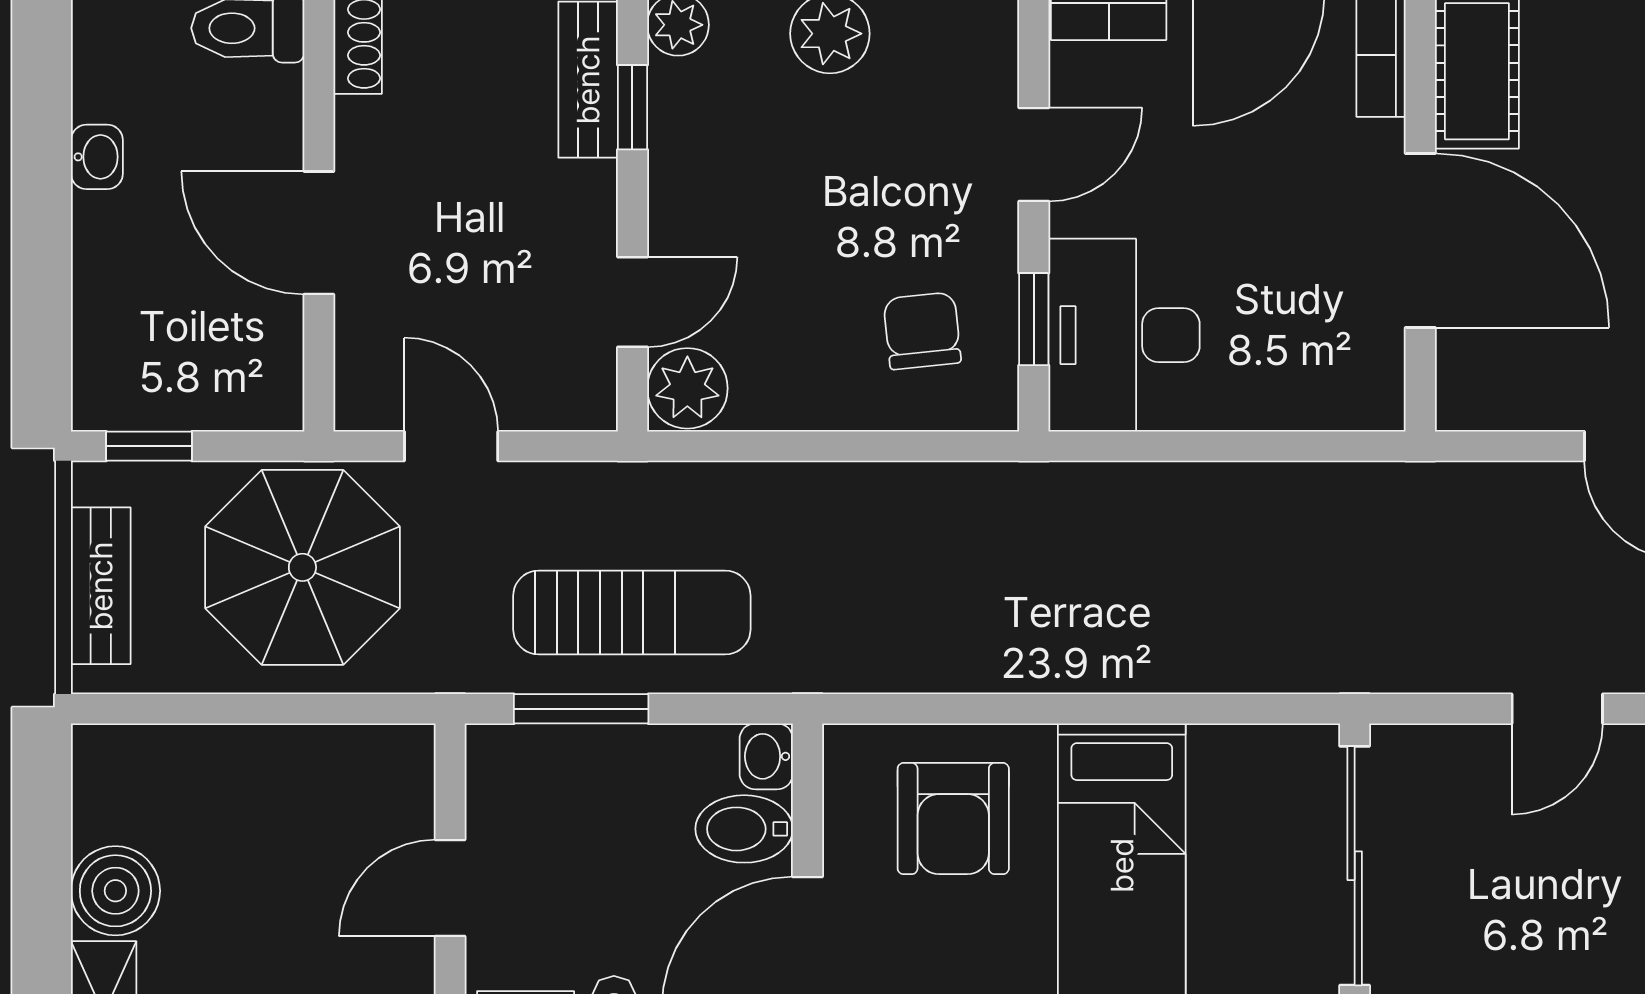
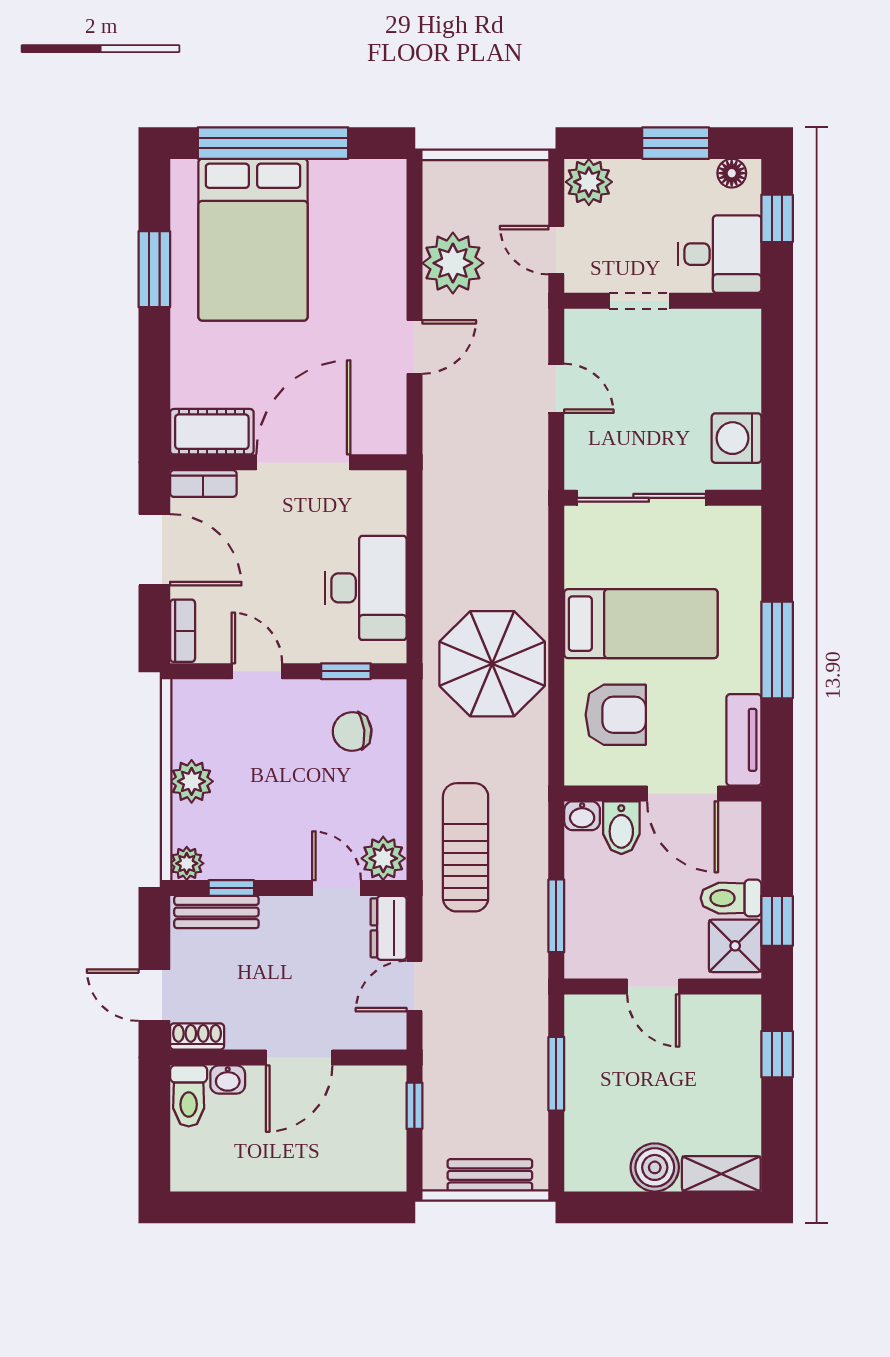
washbasin: (97, 157) -> (228, 1079), moved, turned 180
desk: (1124, 335) -> (366, 588), moved, turned -90
dresser: (559, 398) -> (389, 928), added
window: (149, 446) -> (414, 1106), moved
parasol: (302, 567) -> (492, 664), moved
sun lounger: (632, 613) -> (466, 847), moved
window: (289, 709) -> (556, 1074), added

